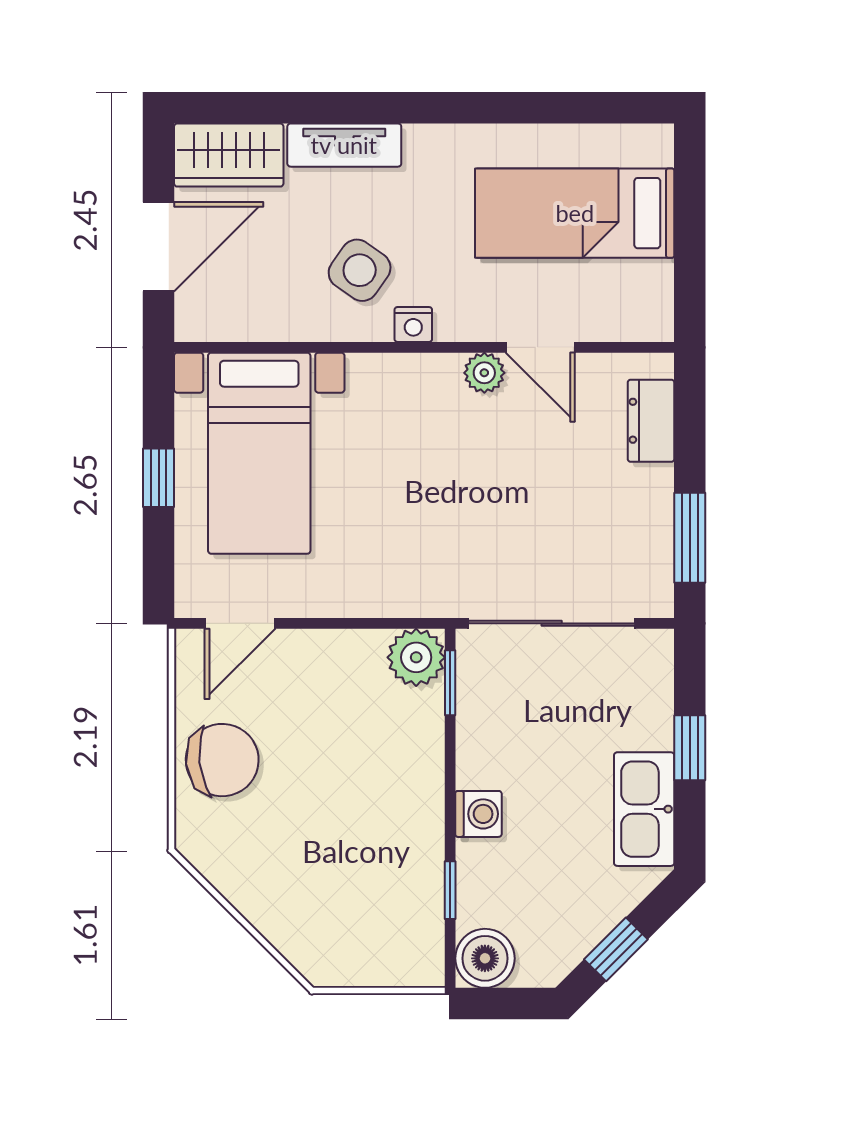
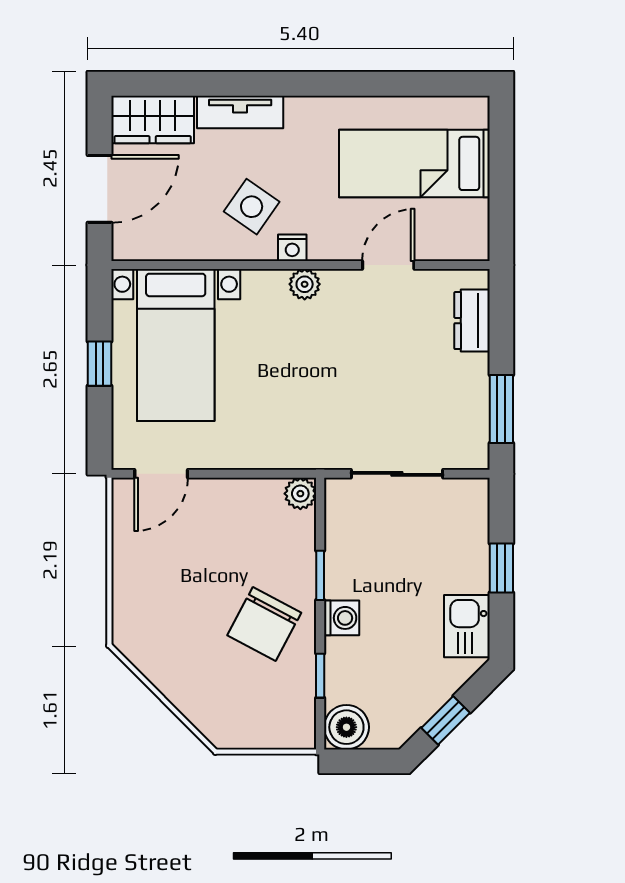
door: (540, 347) -> (388, 265), swing flipped
plant: (484, 373) -> (305, 284), moved
sliding door: (552, 623) -> (397, 474), width x0.73
plant: (416, 657) -> (300, 494), width x0.73, depth x0.73
window: (450, 683) -> (320, 575), moved
chair: (222, 760) -> (264, 624), moved, turned 124
kitchen sink: (644, 809) -> (467, 626), width x0.73

